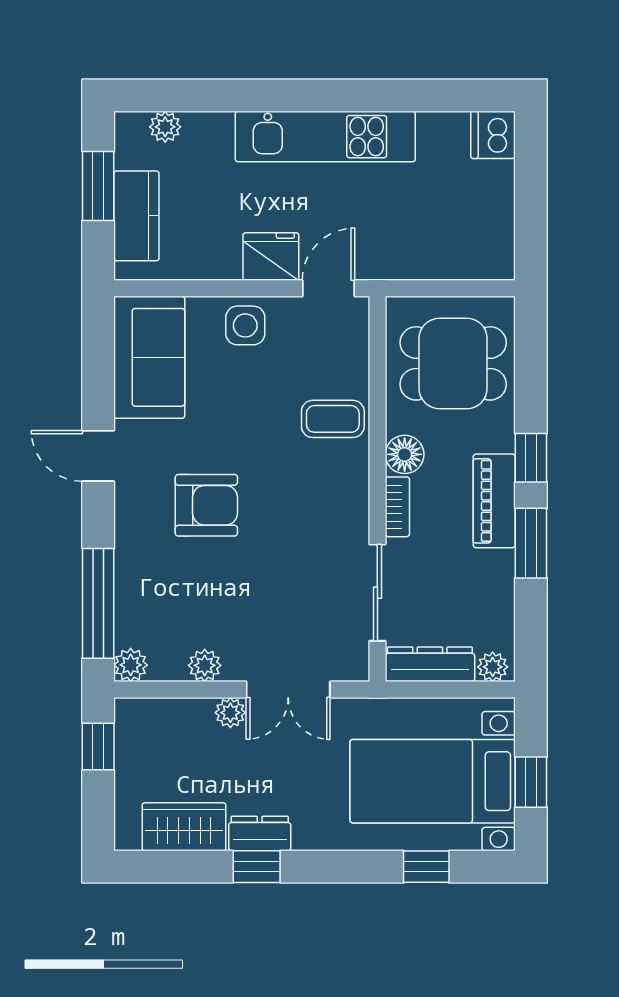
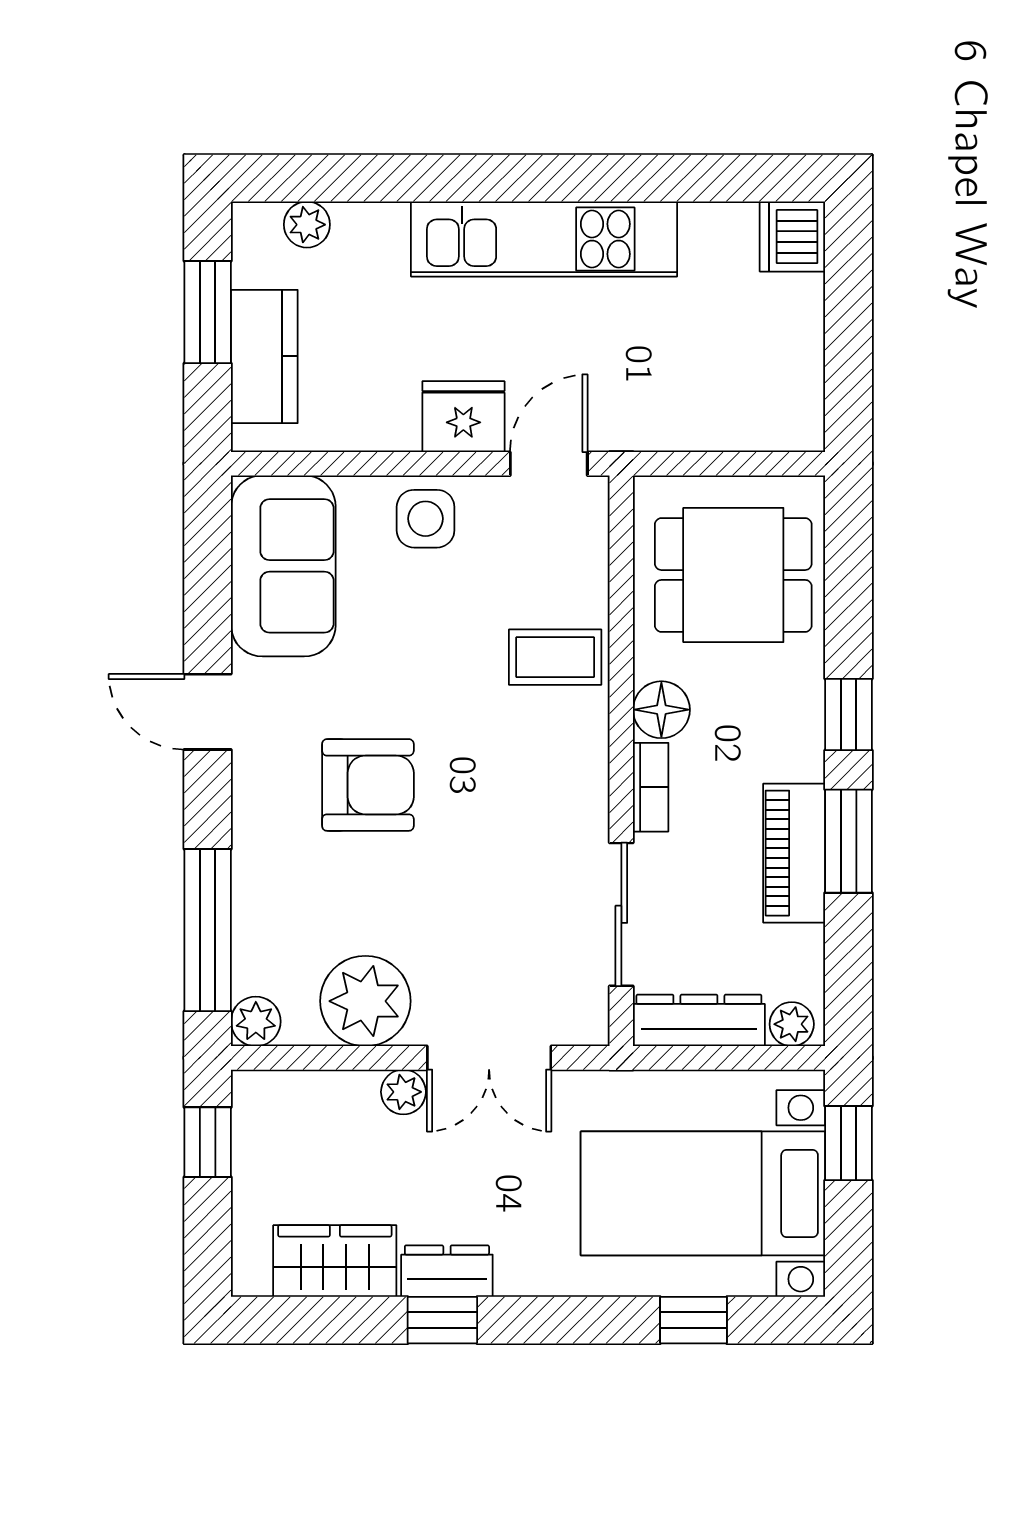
piano: (494, 501) -> (794, 853), moved
plant: (205, 665) -> (365, 1001), width x1.87, depth x1.87
window: (531, 782) -> (849, 1143), moved

